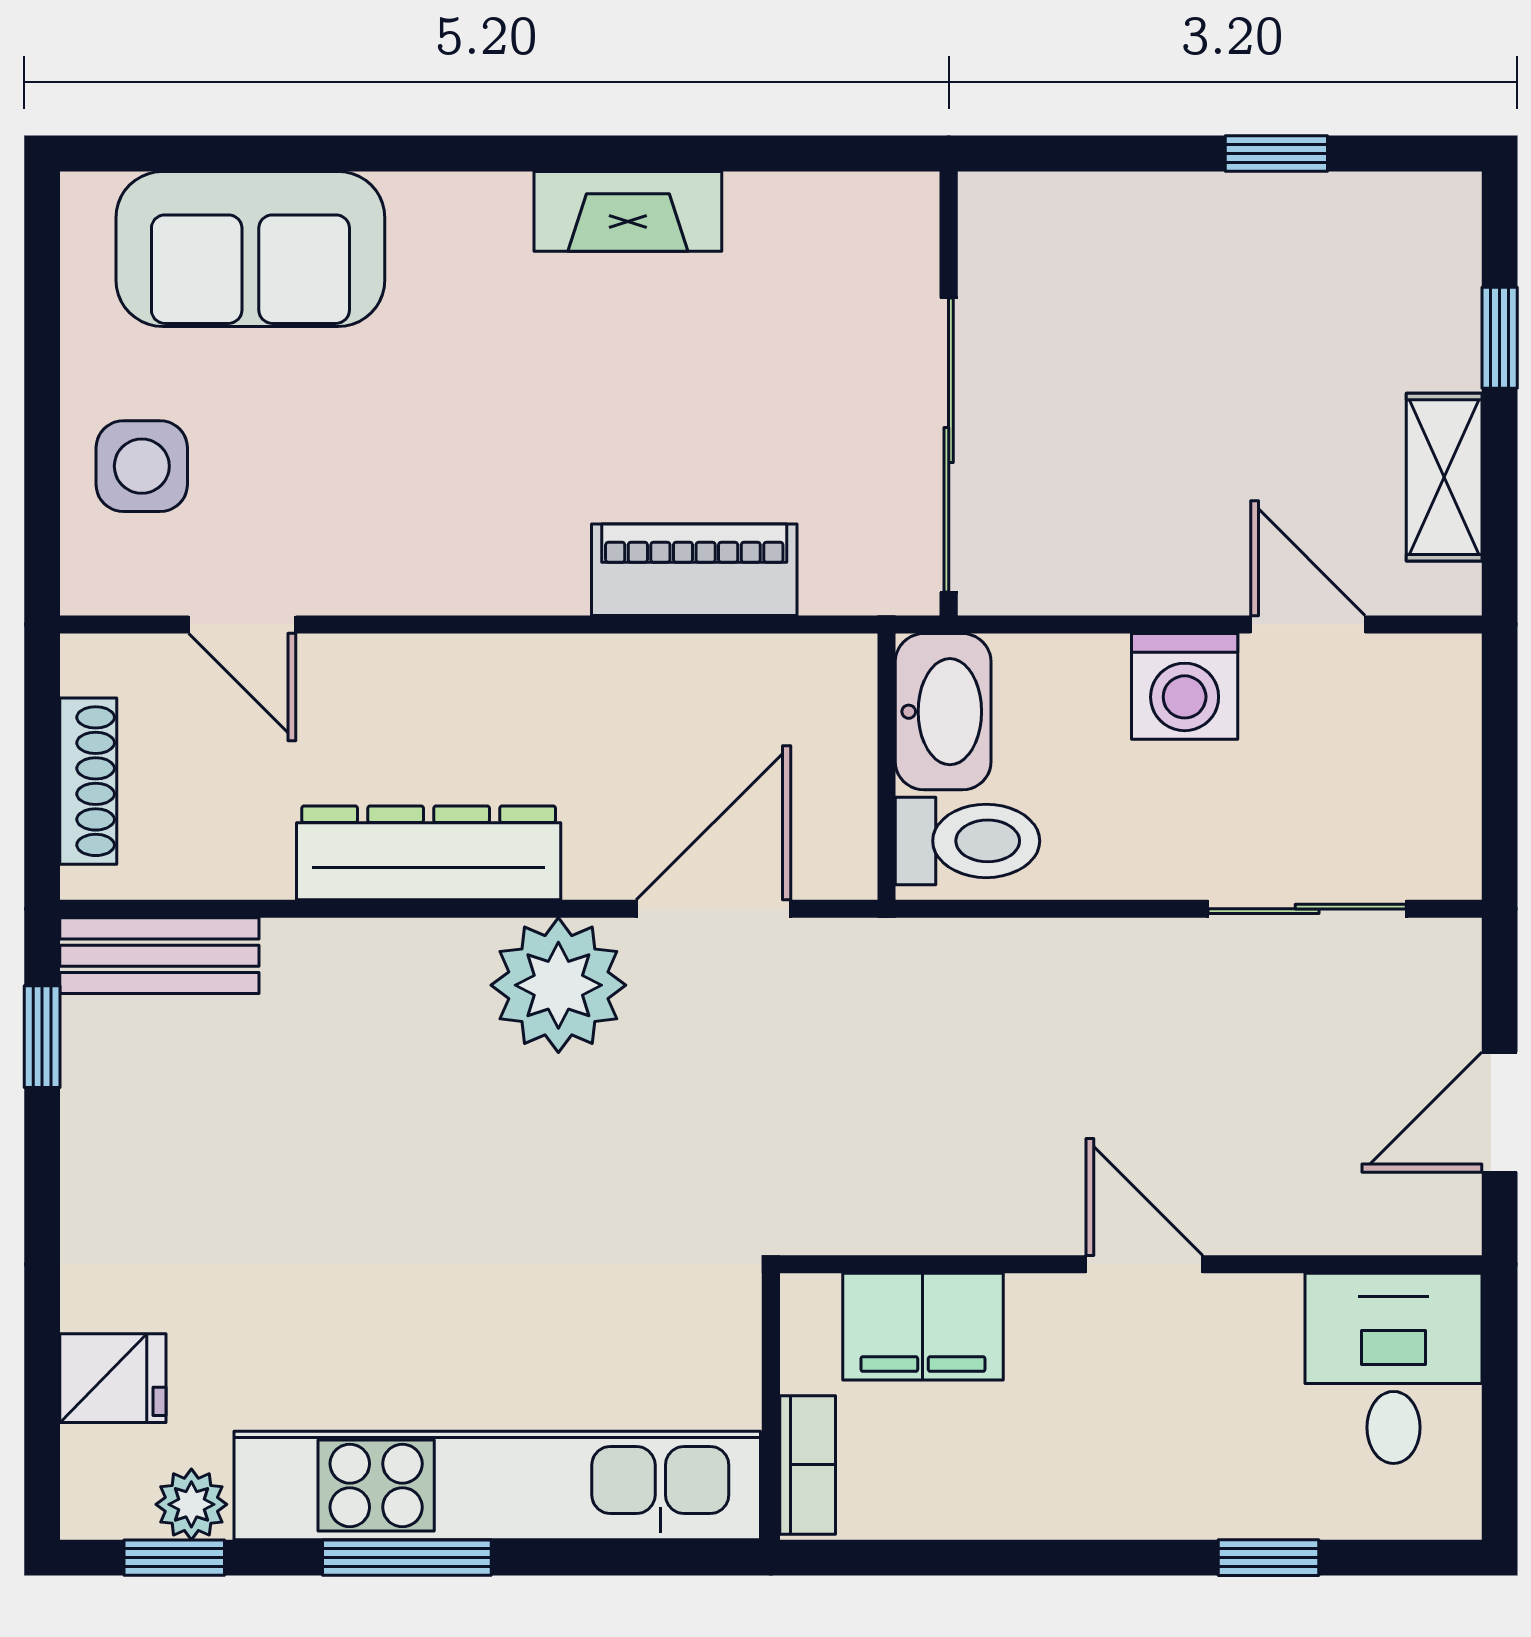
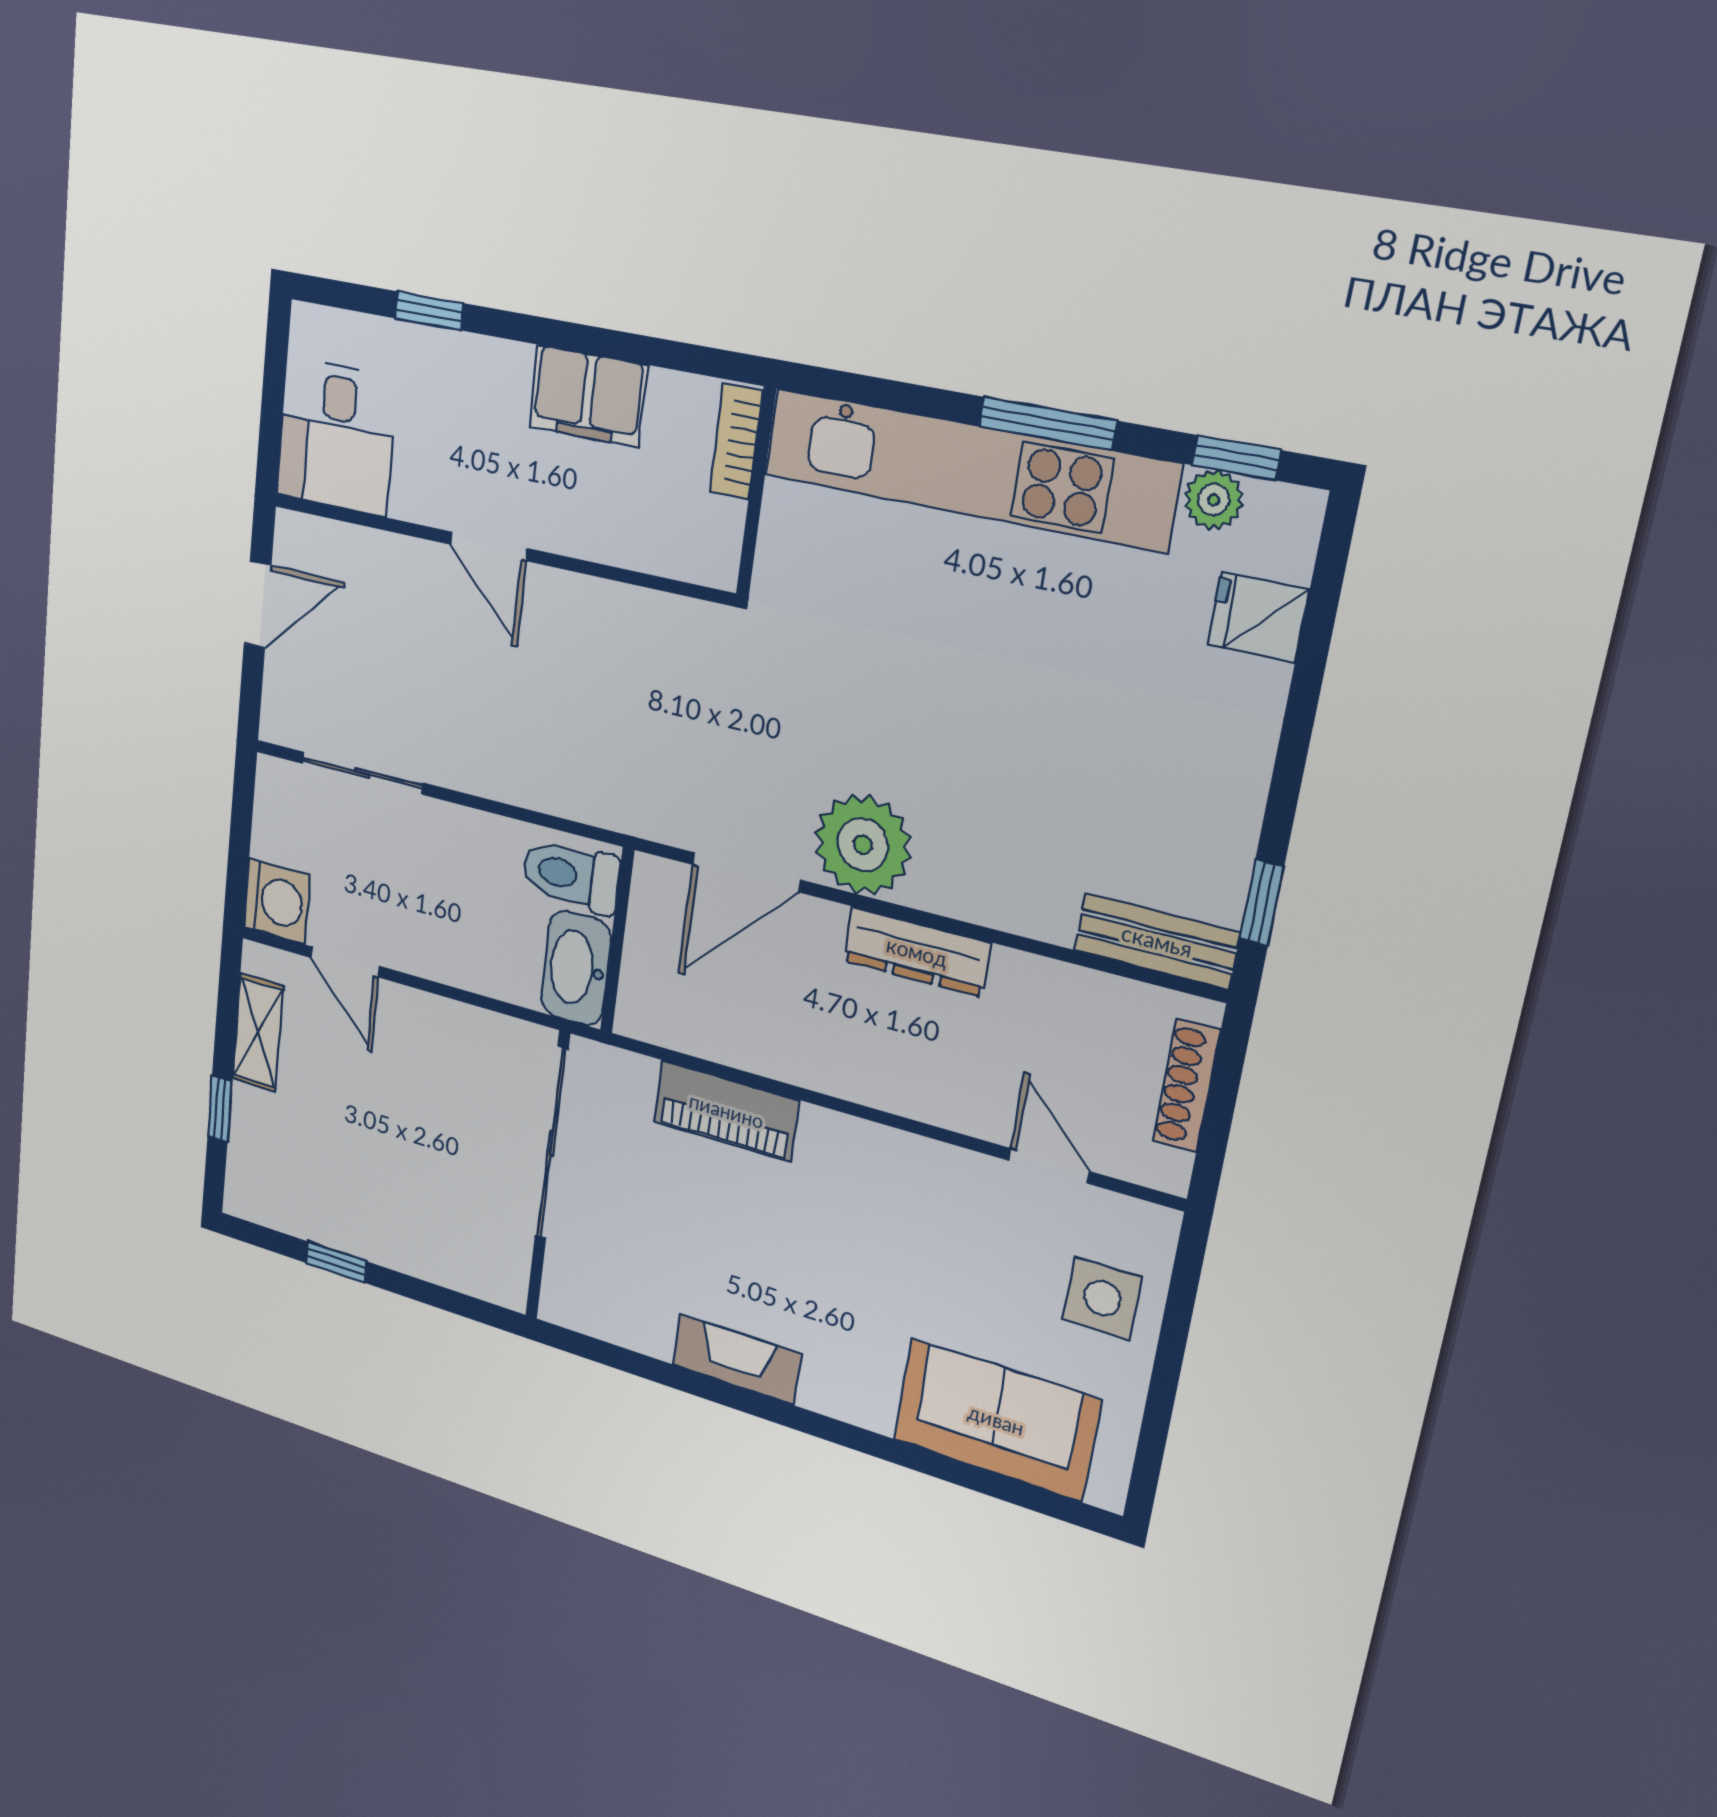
washing machine: (1185, 686) -> (277, 901), moved, turned 90
dresser: (429, 853) -> (917, 952), width x0.73, depth x0.80
filing cabinet: (923, 1327) -> (588, 396), moved, turned 180

